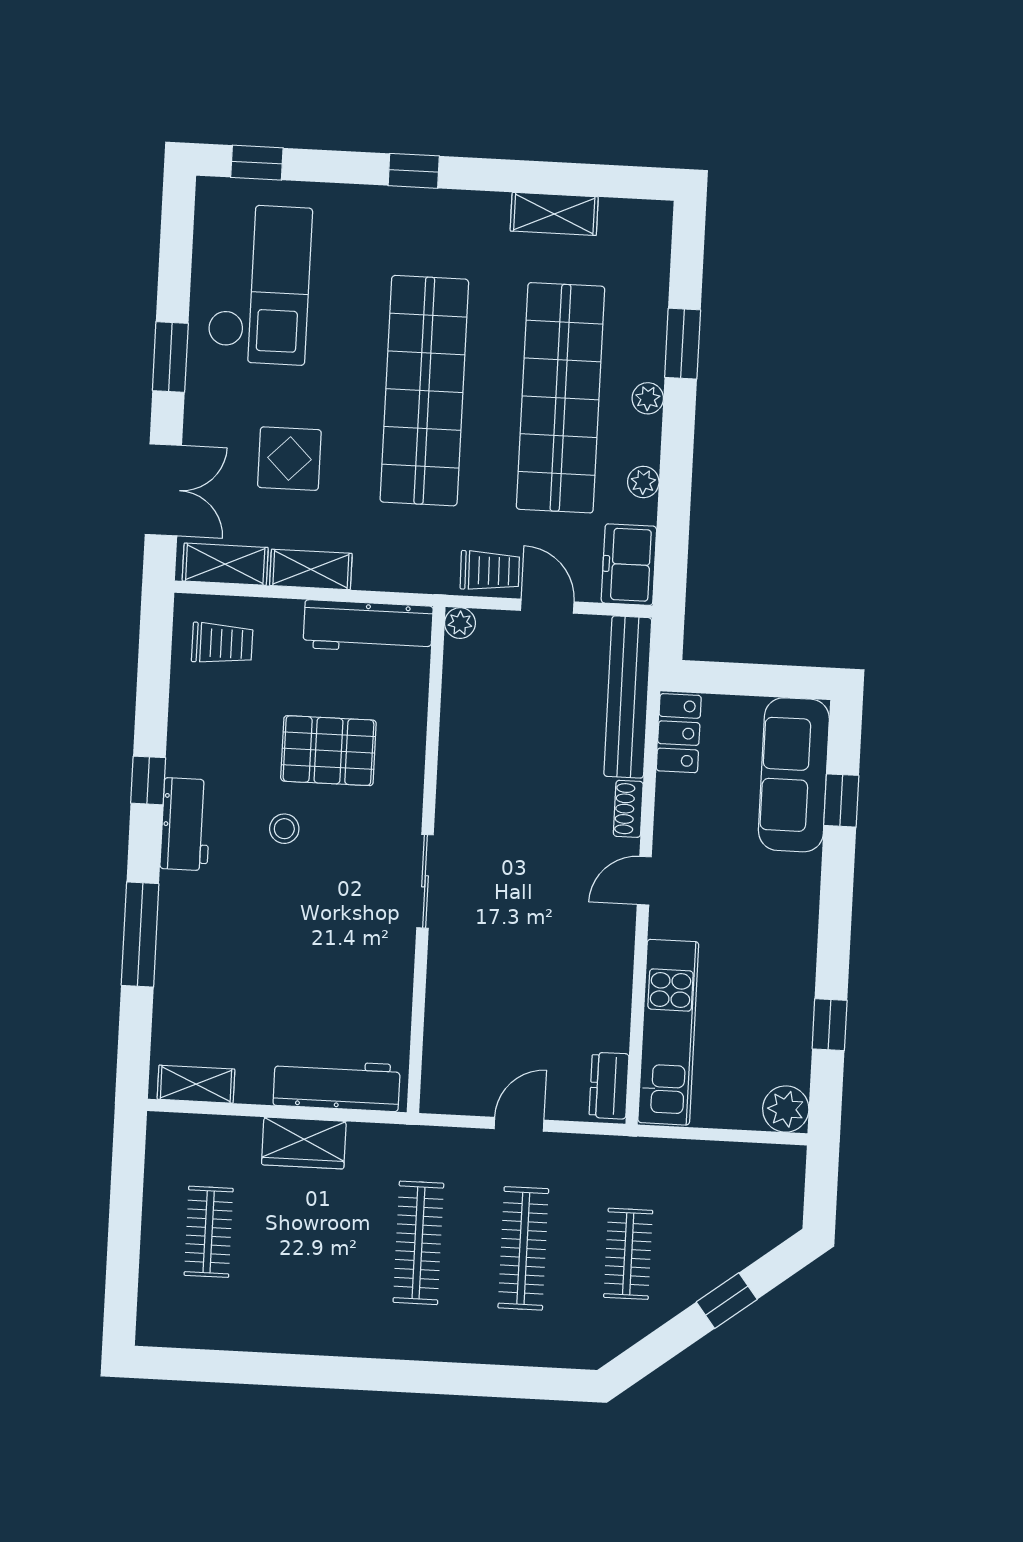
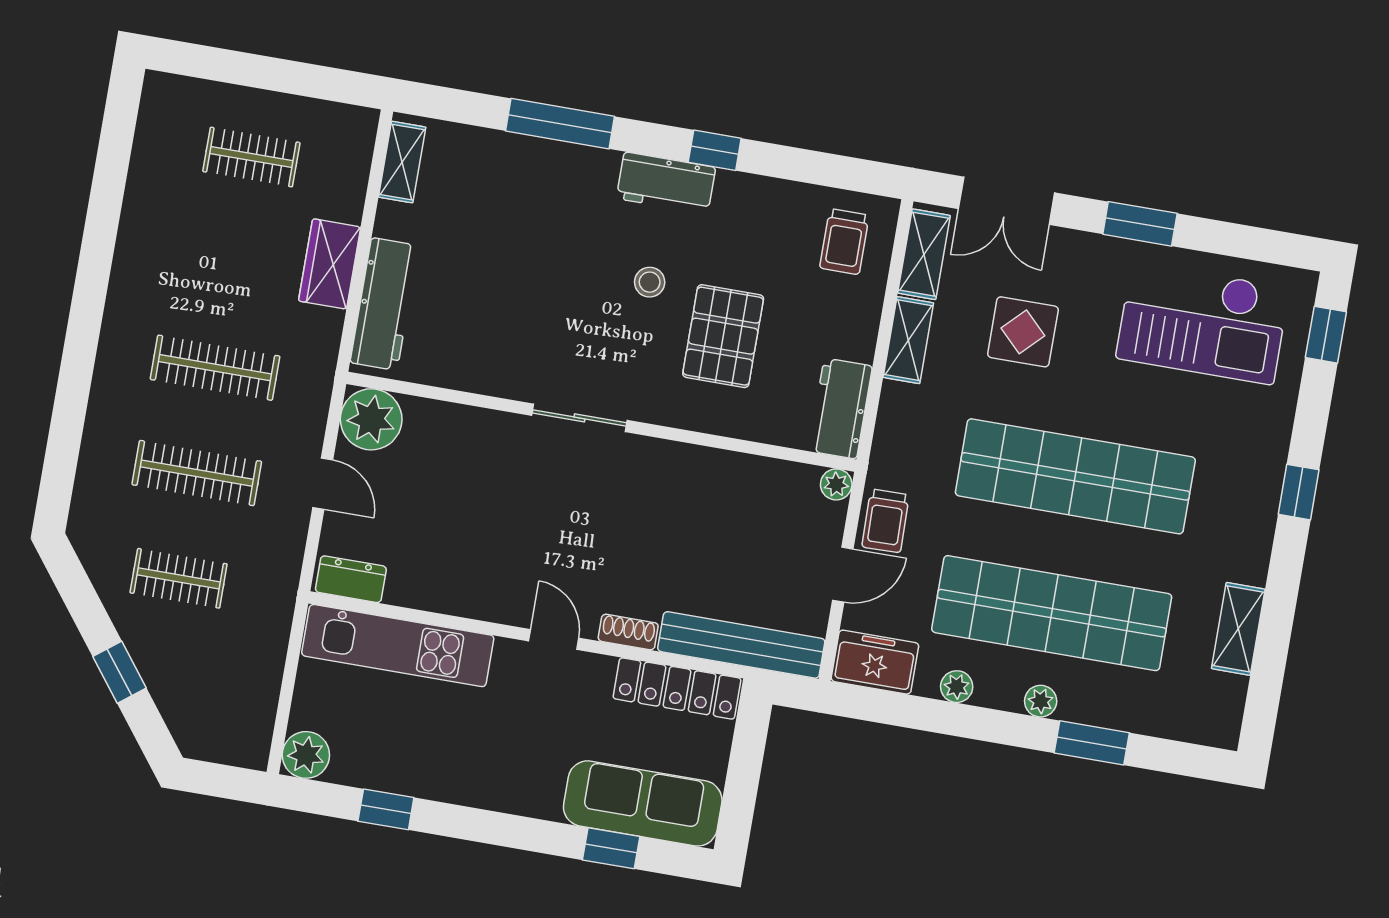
workbench: (368, 627) -> (840, 409), width x0.73
locker: (679, 733) -> (677, 688), width x1.53
plant: (451, 1084) -> (371, 419), added

